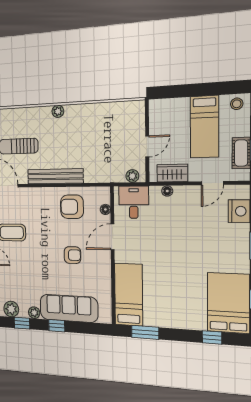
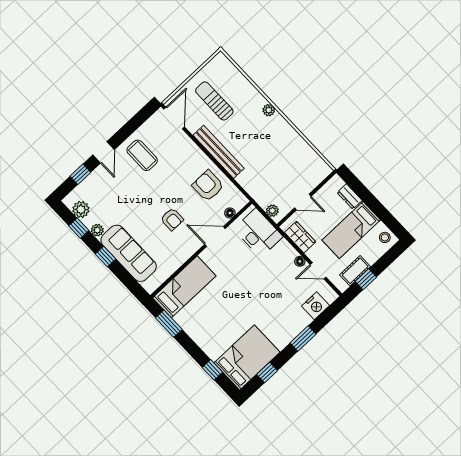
dresser: (176, 105) -> (350, 196), added
floor lamp: (167, 191) -> (300, 261), moved
desk: (134, 202) -> (258, 233), width x1.37

